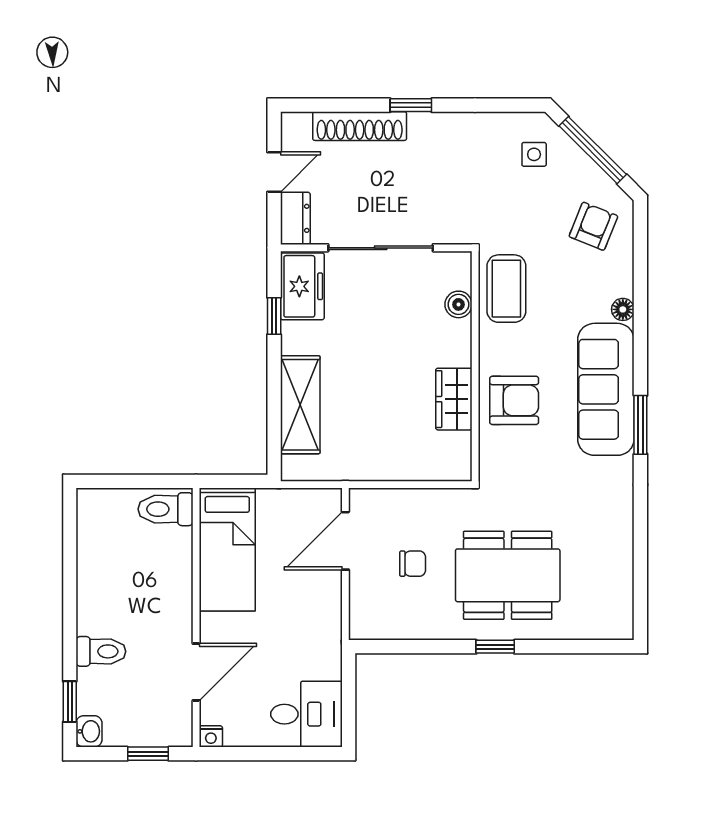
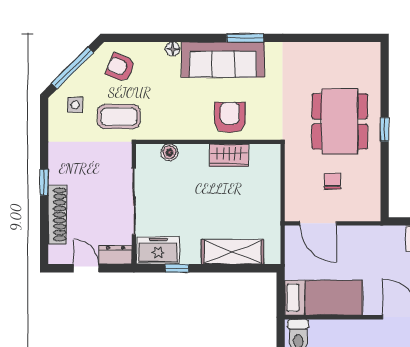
coffee table: (506, 289) -> (119, 117), moved

